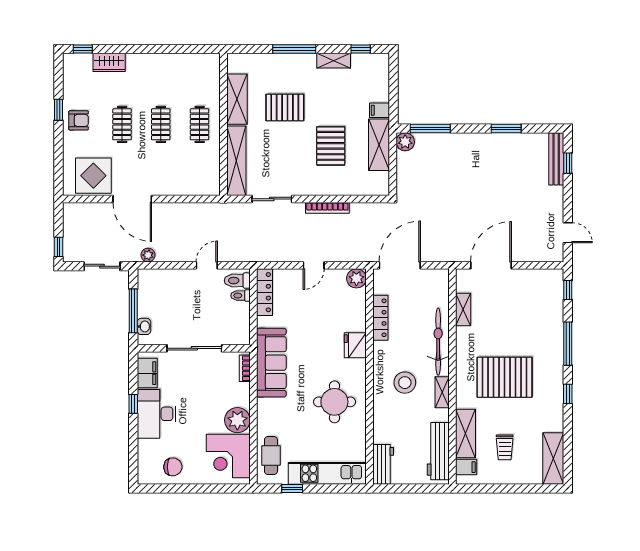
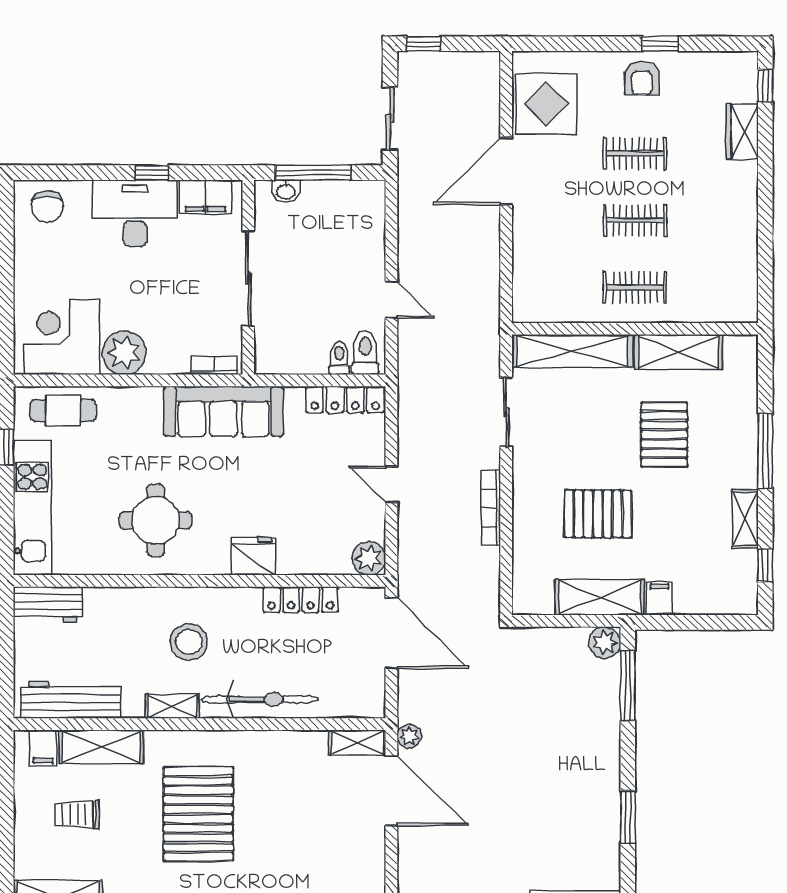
plant: (148, 255) -> (409, 736), moved
shelving: (463, 309) -> (357, 743), moved
chair: (173, 467) -> (47, 207), moved

